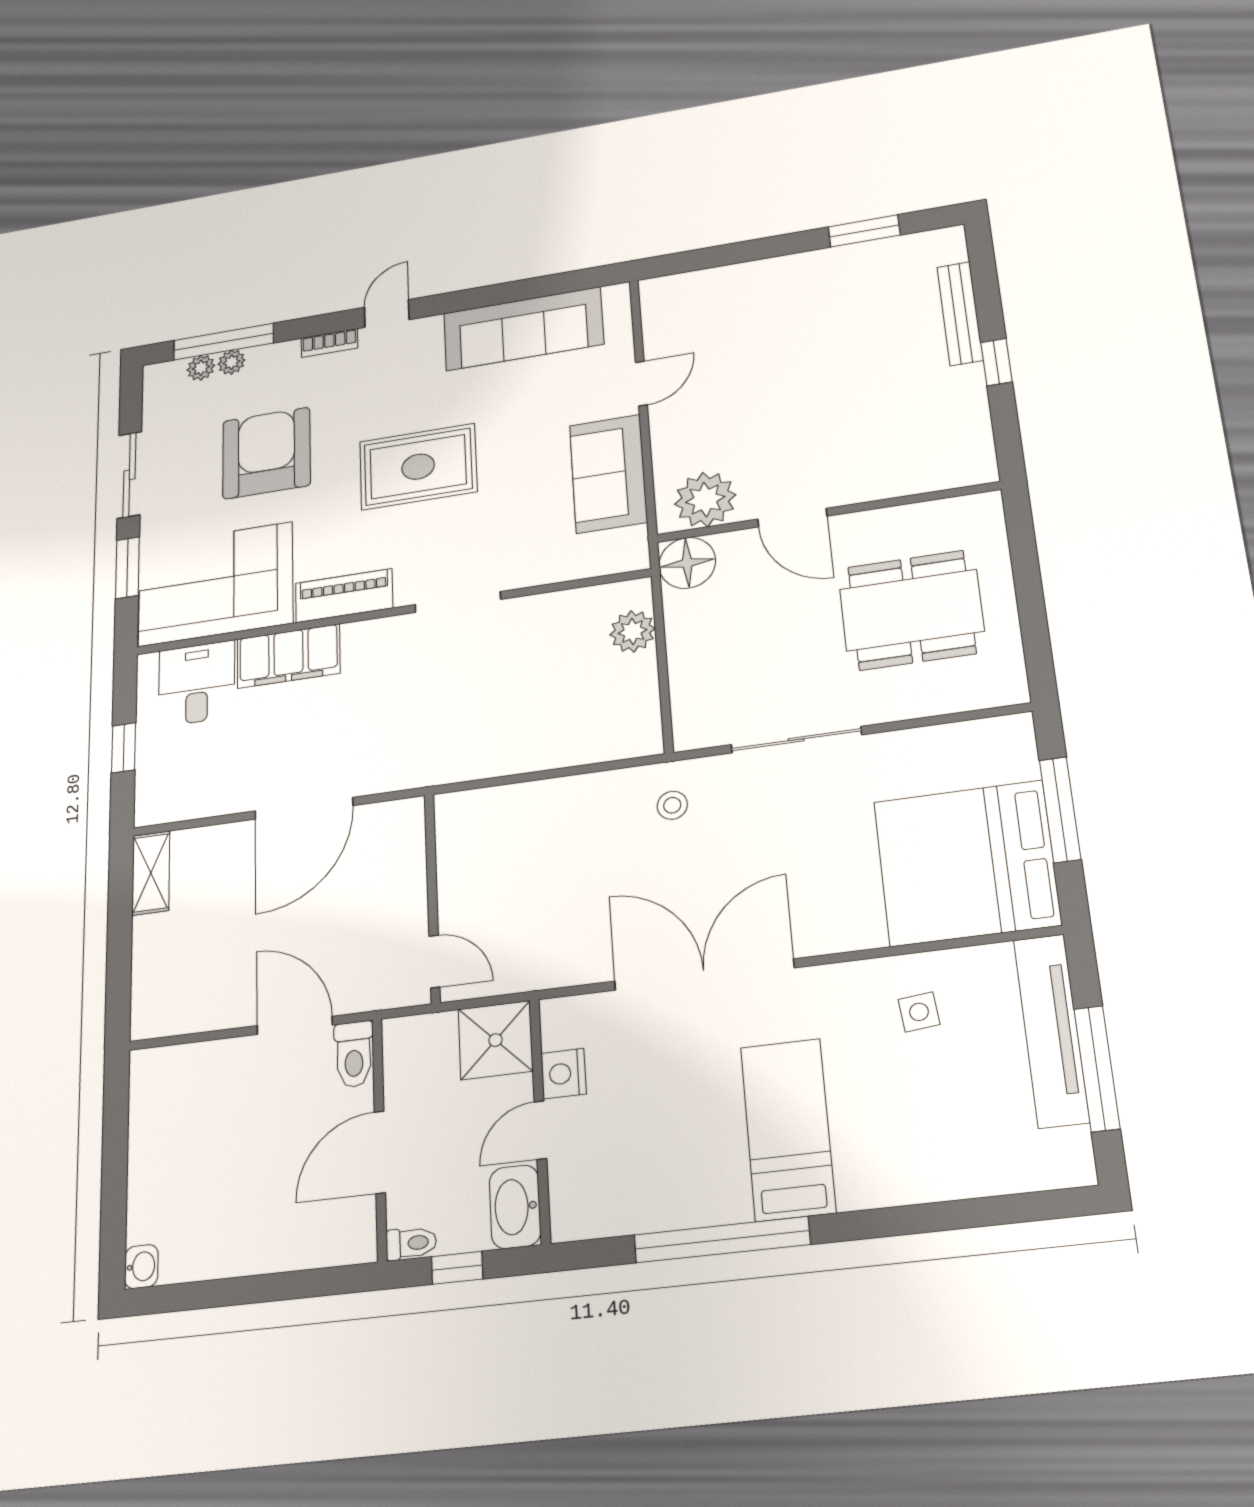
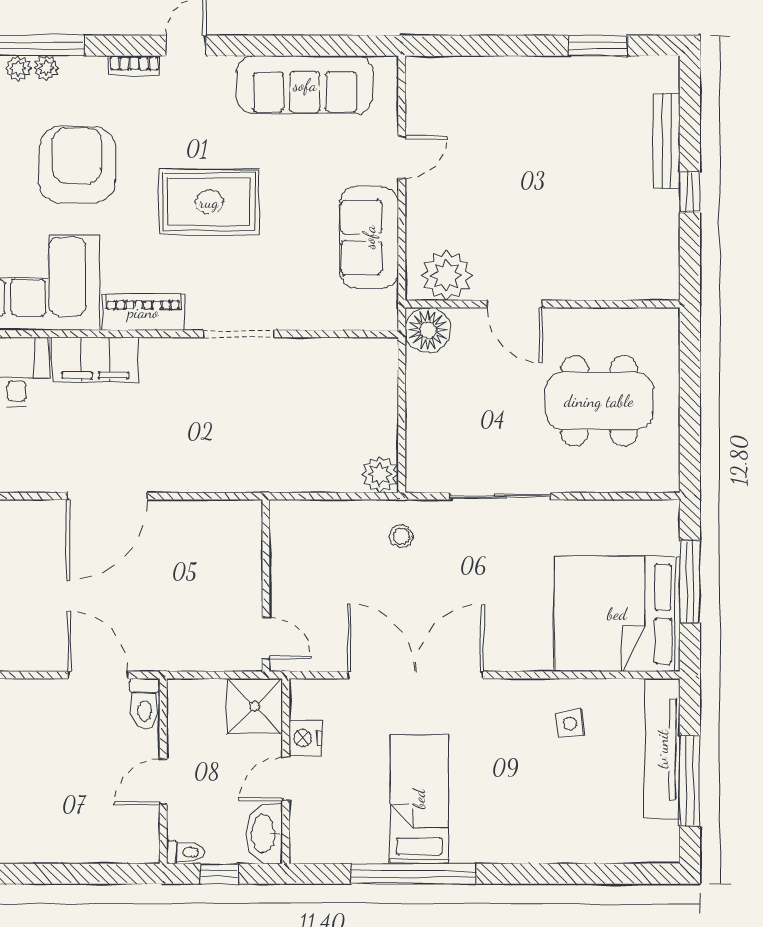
plant: (633, 631) -> (380, 474), moved
wall: (432, 897) -> (266, 586), moved
door: (434, 962) -> (266, 638), moved
bed: (788, 1129) -> (419, 799), moved
door: (380, 1152) -> (163, 782), width x0.73

